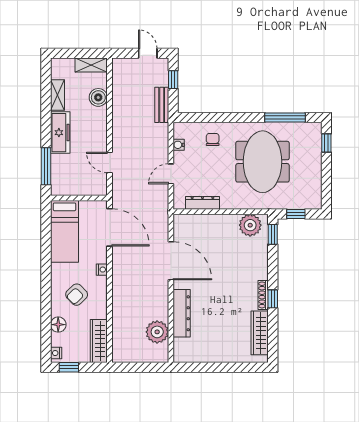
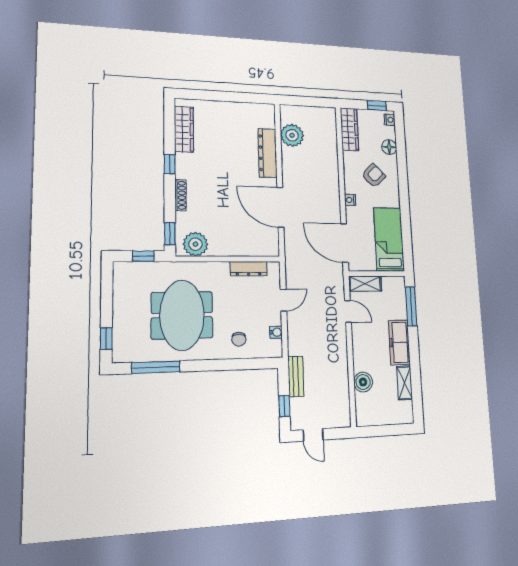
shelving: (91, 65) -> (365, 284), moved
shoe rack: (263, 295) -> (180, 195), moved

